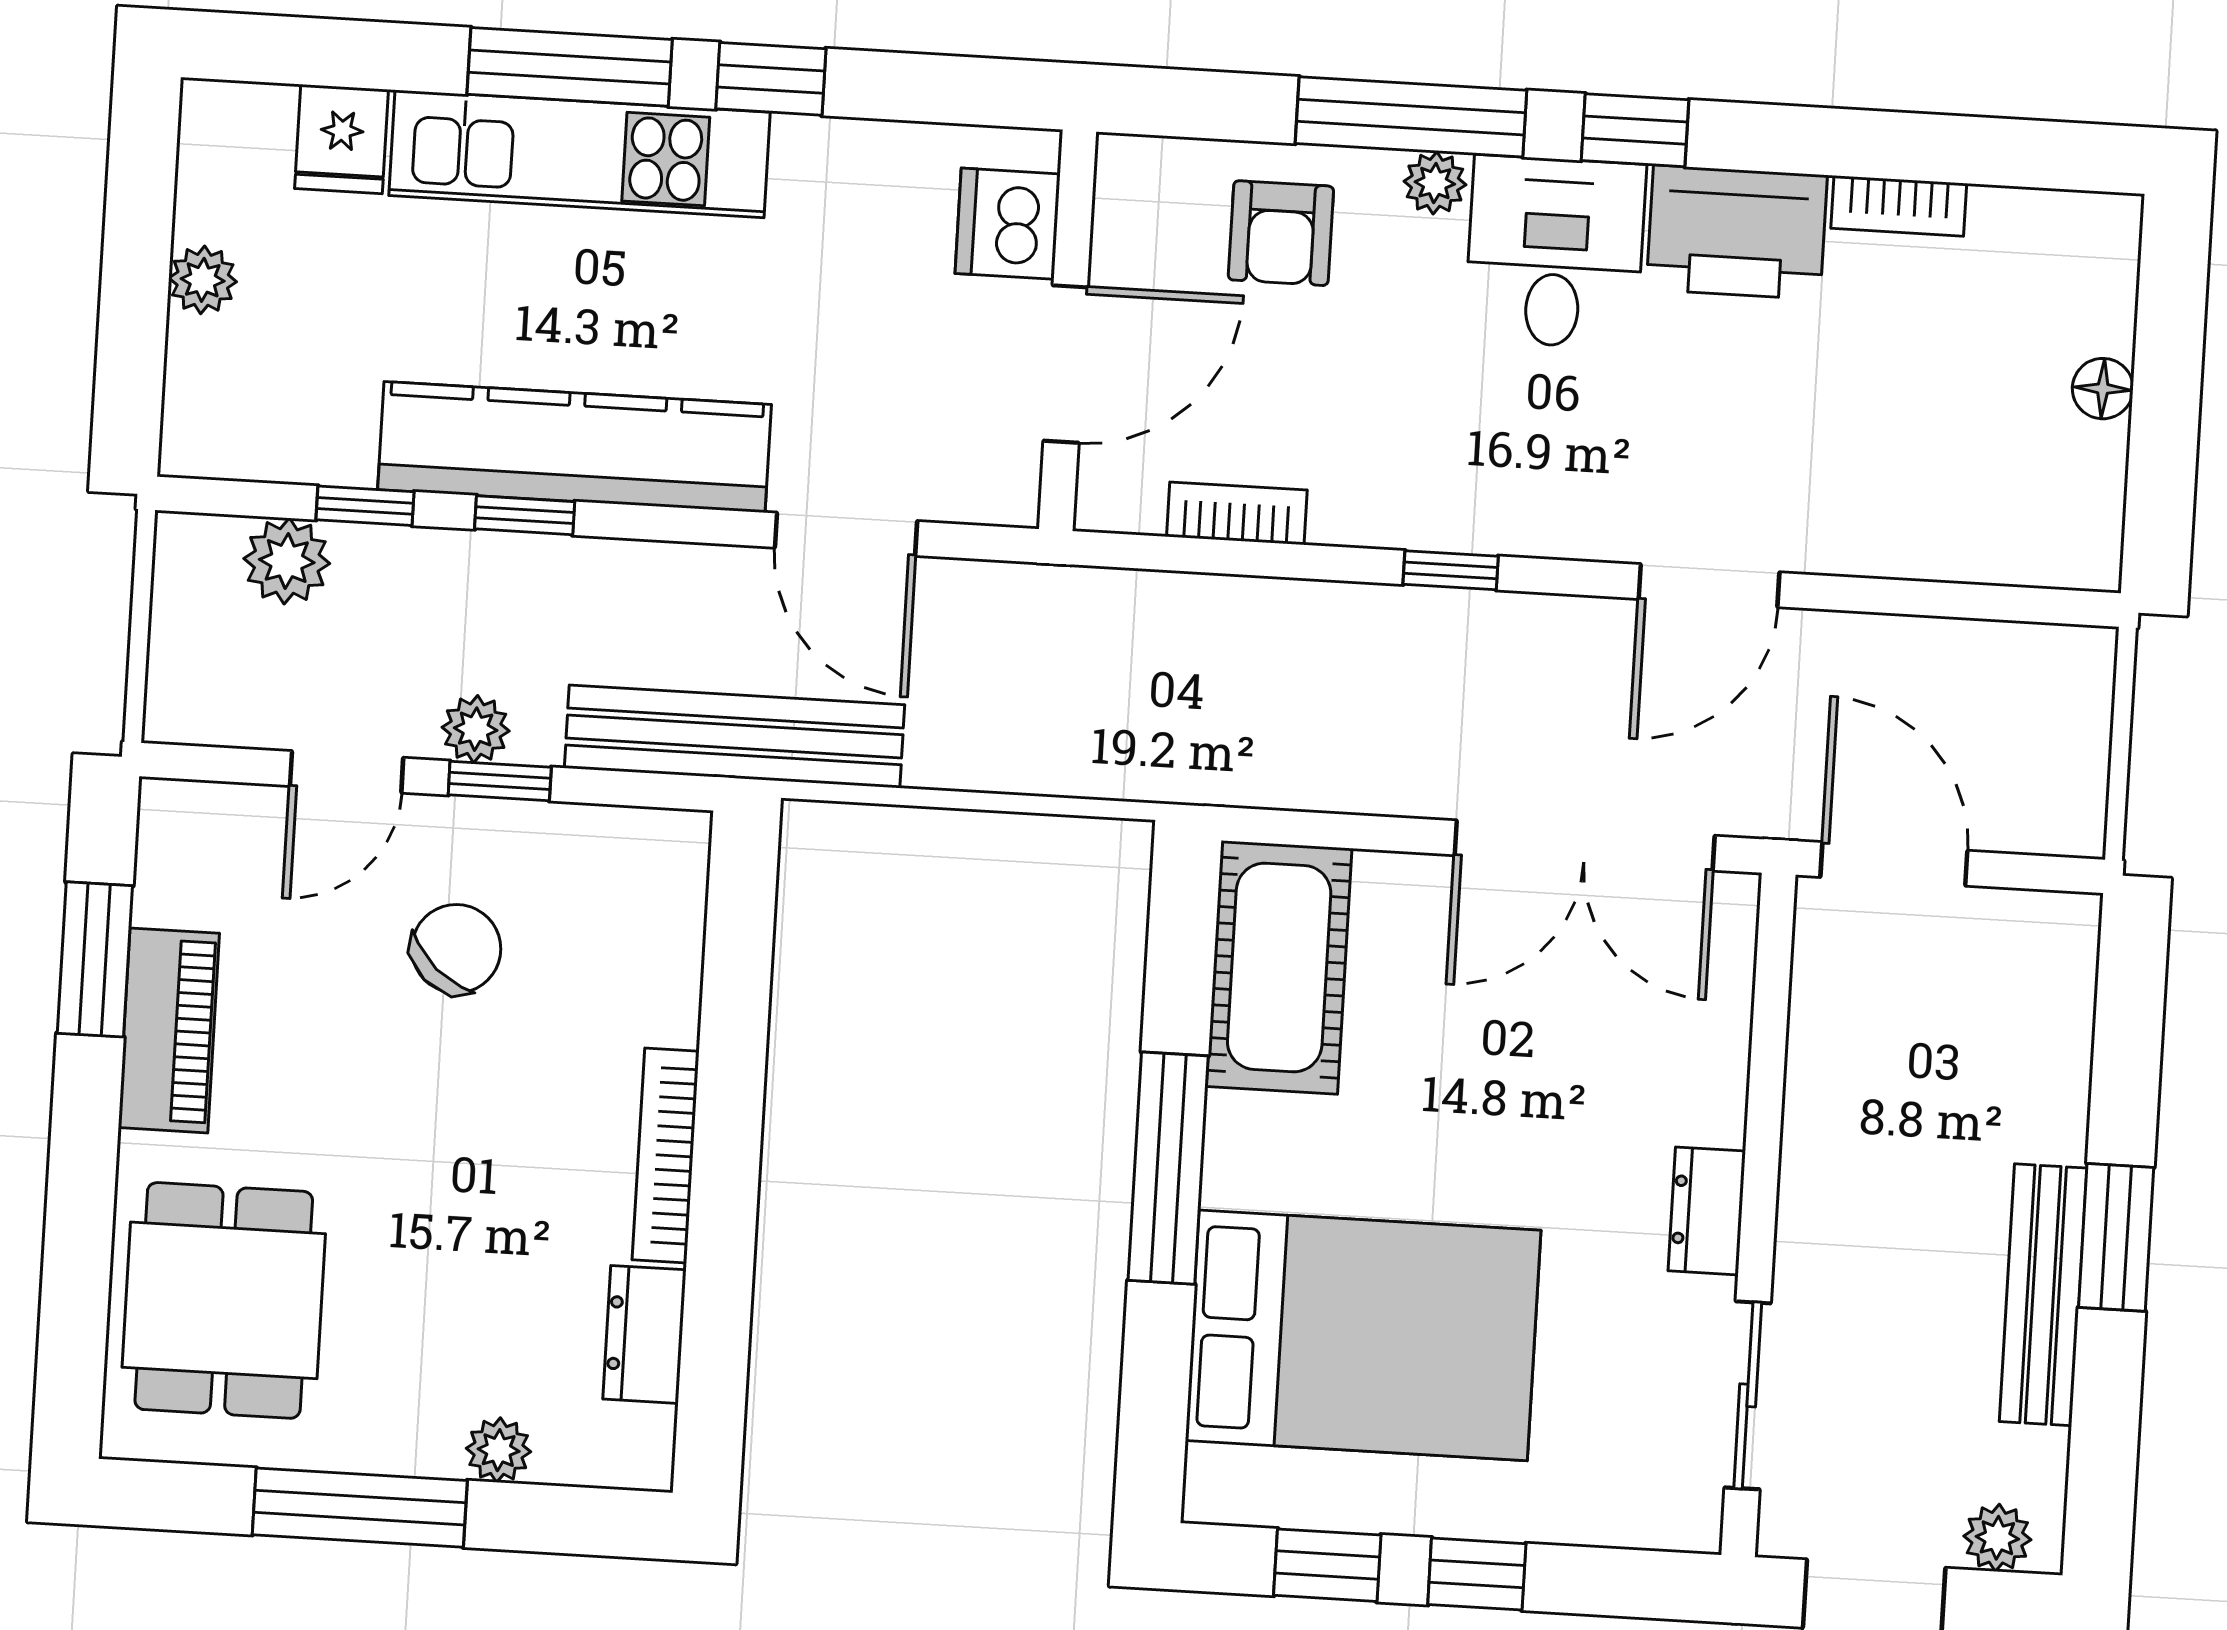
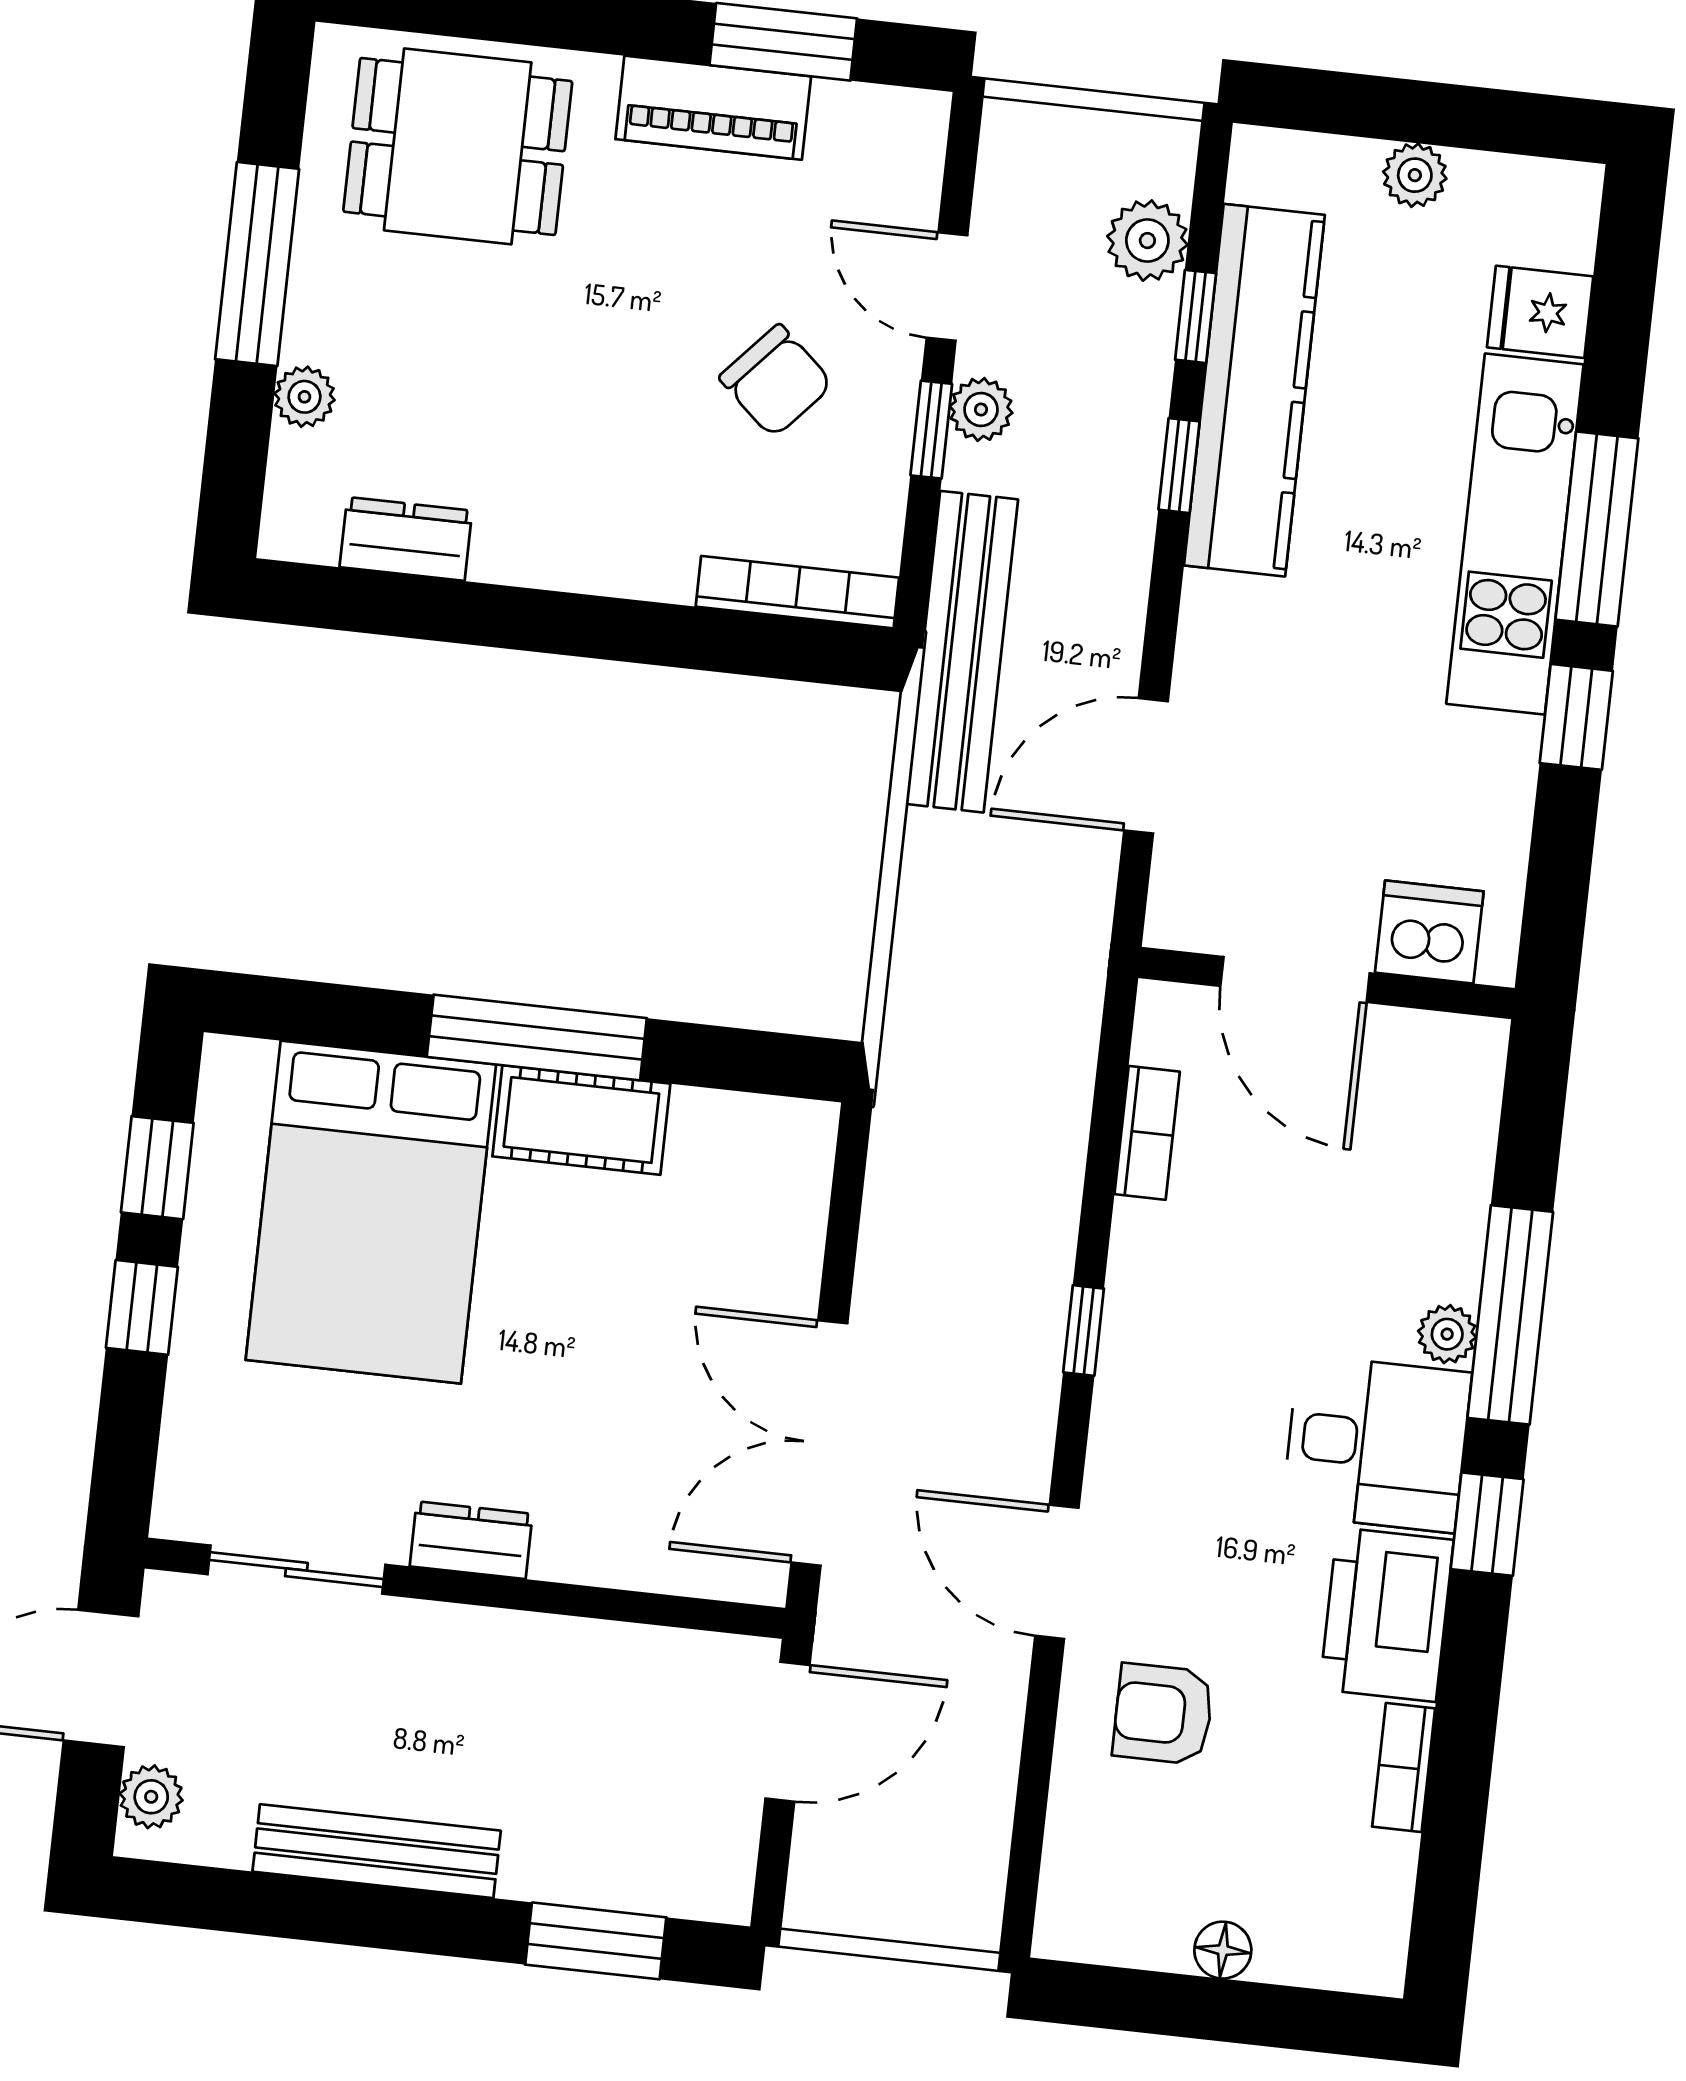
armchair: (1281, 233) -> (1163, 1714), moved
kitchen counter: (575, 447) -> (1254, 390), moved
cot: (1279, 967) -> (581, 1120), moved, width x0.73, depth x0.75
bookcase: (666, 1156) -> (797, 592), moved
window: (2116, 1237) -> (596, 1941), moved

